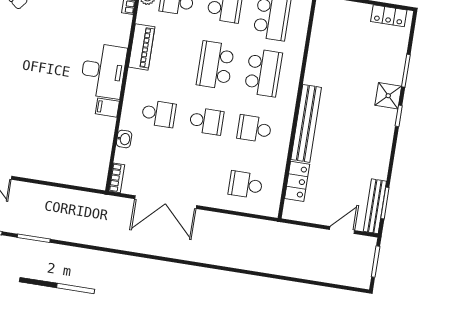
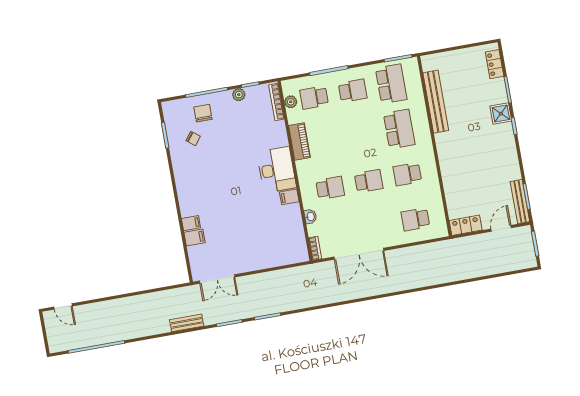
locker: (389, 16) -> (495, 64), moved, turned 90
school desk: (215, 65) -> (361, 136), removed
bench: (306, 123) -> (436, 102), moved
locker: (297, 181) -> (466, 225), moved, turned -90

